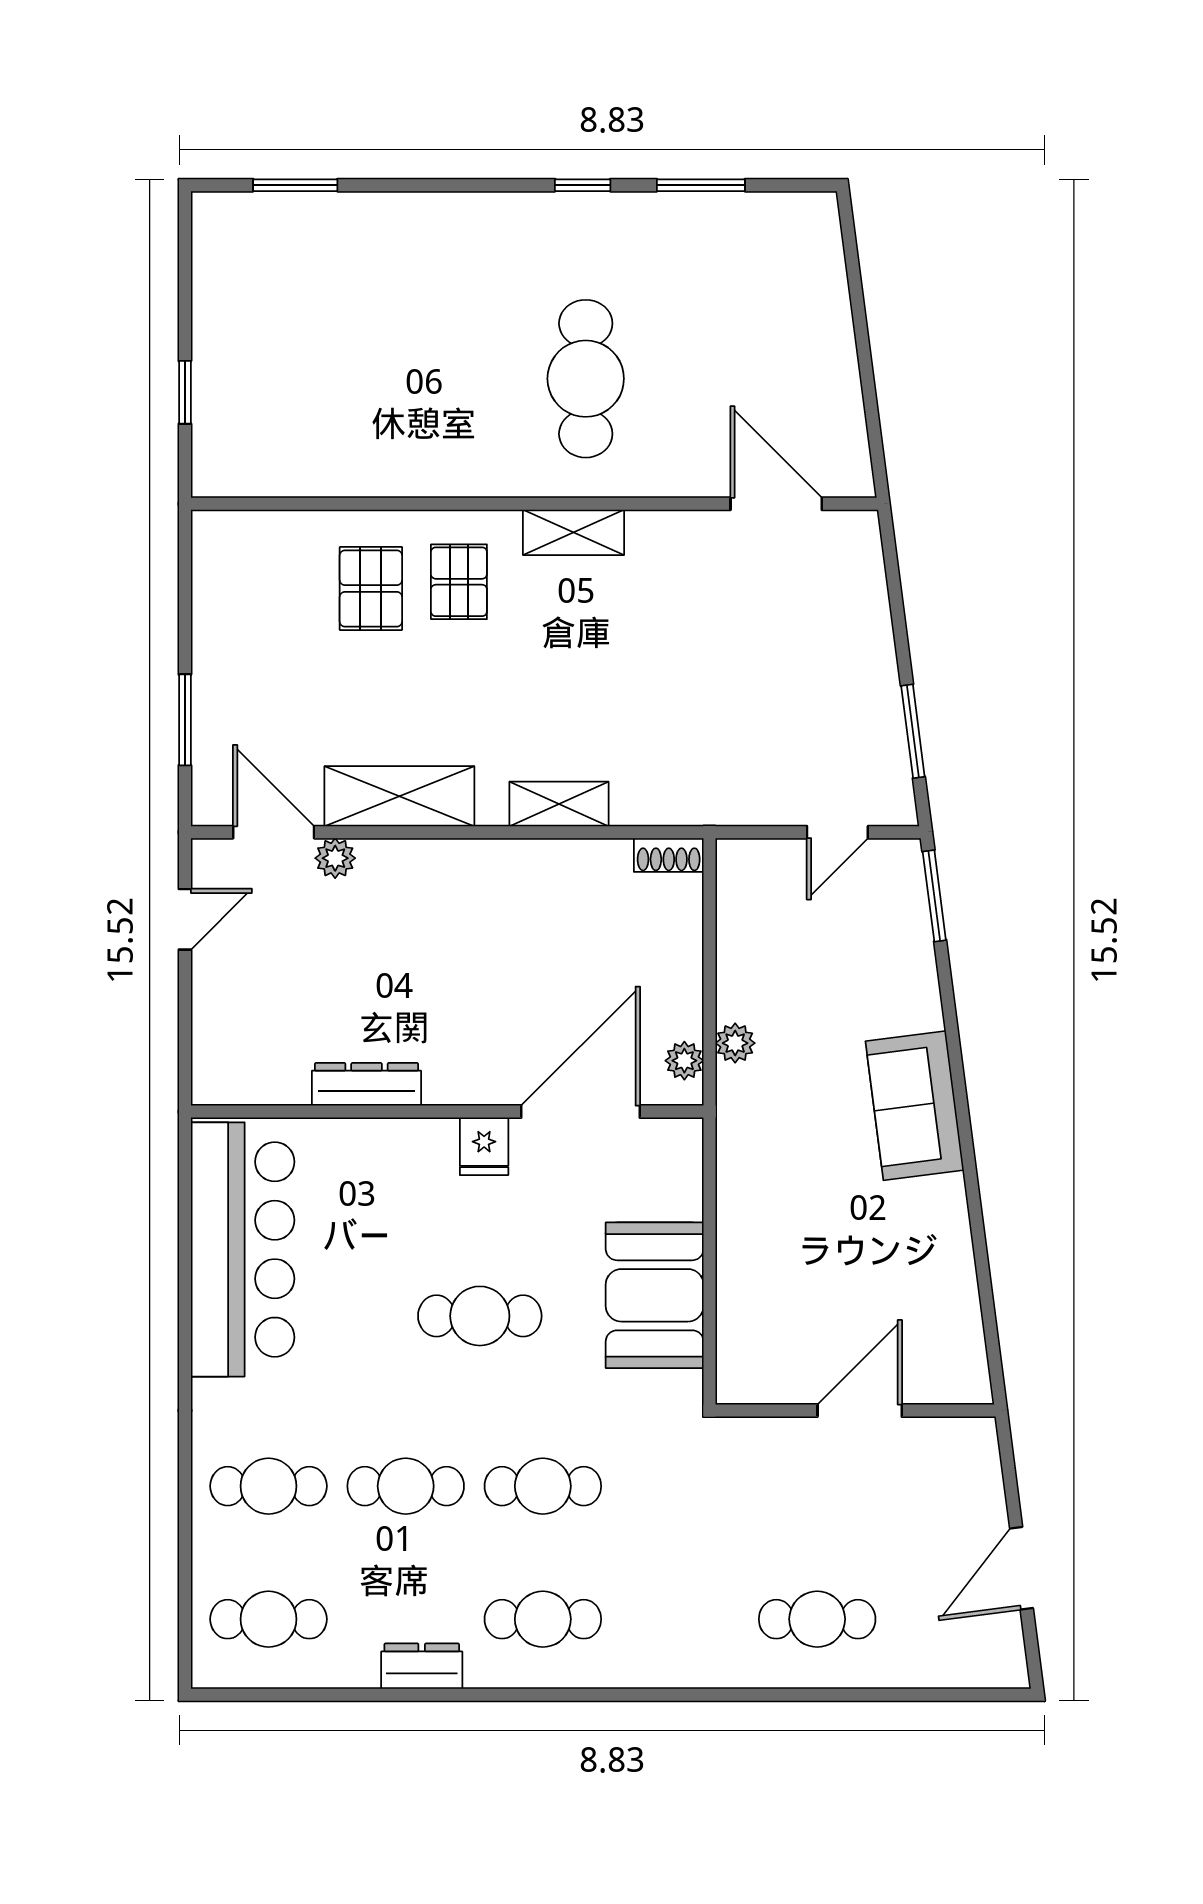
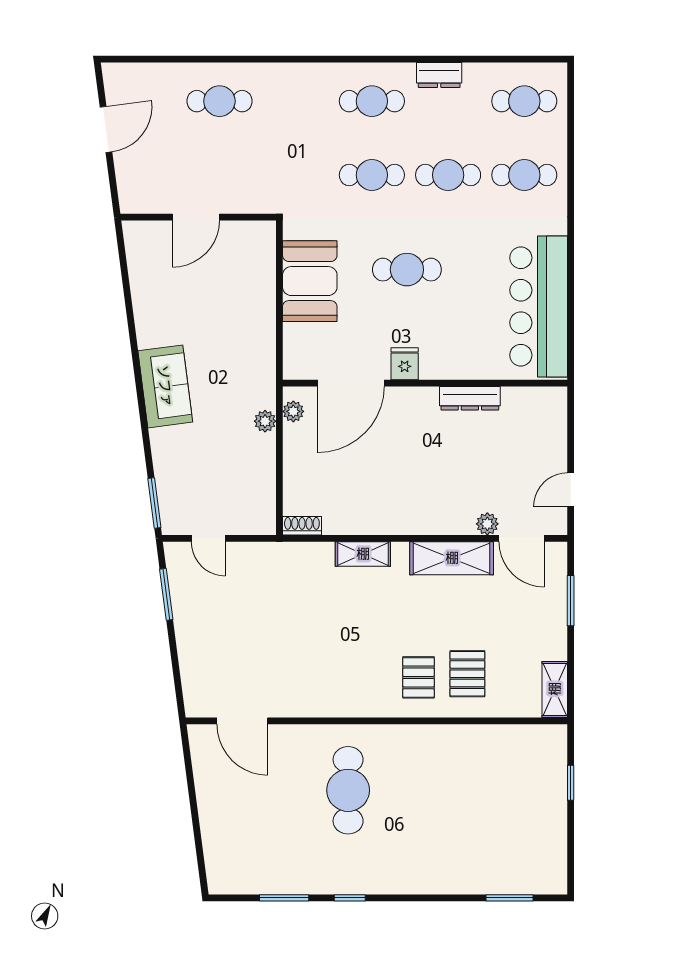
shelving: (573, 532) -> (555, 689), moved, turned 90
door: (837, 832) -> (208, 538), swing flipped

